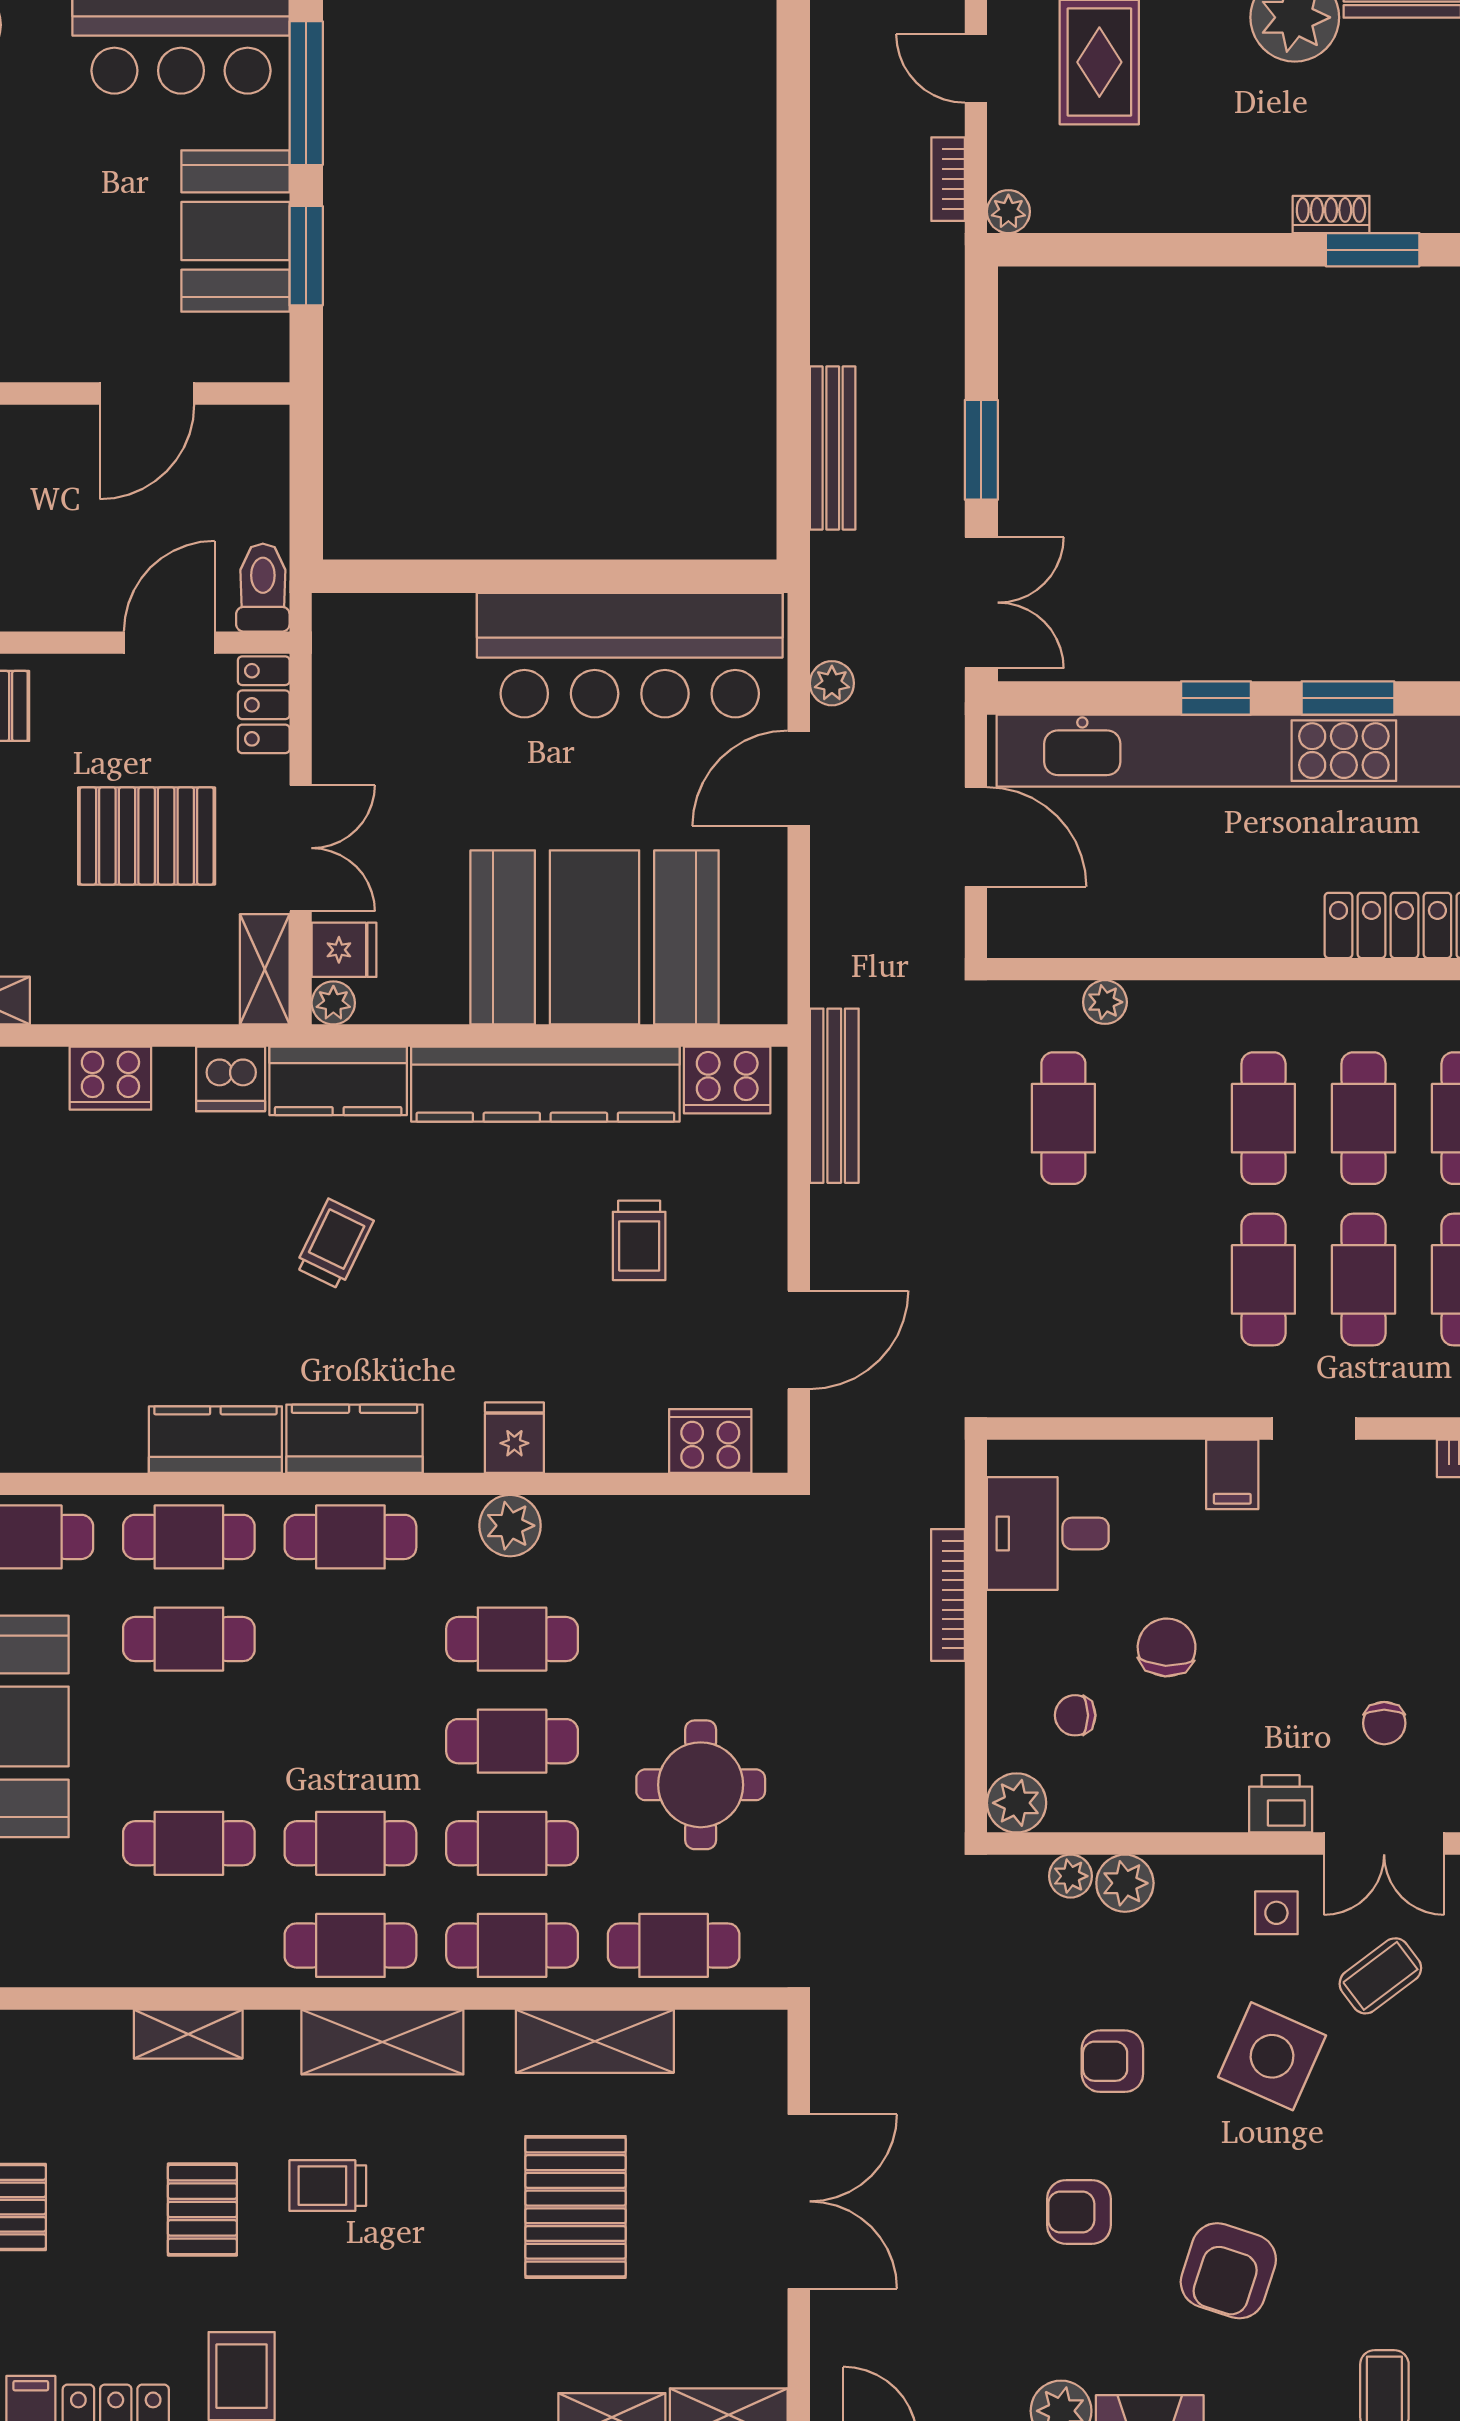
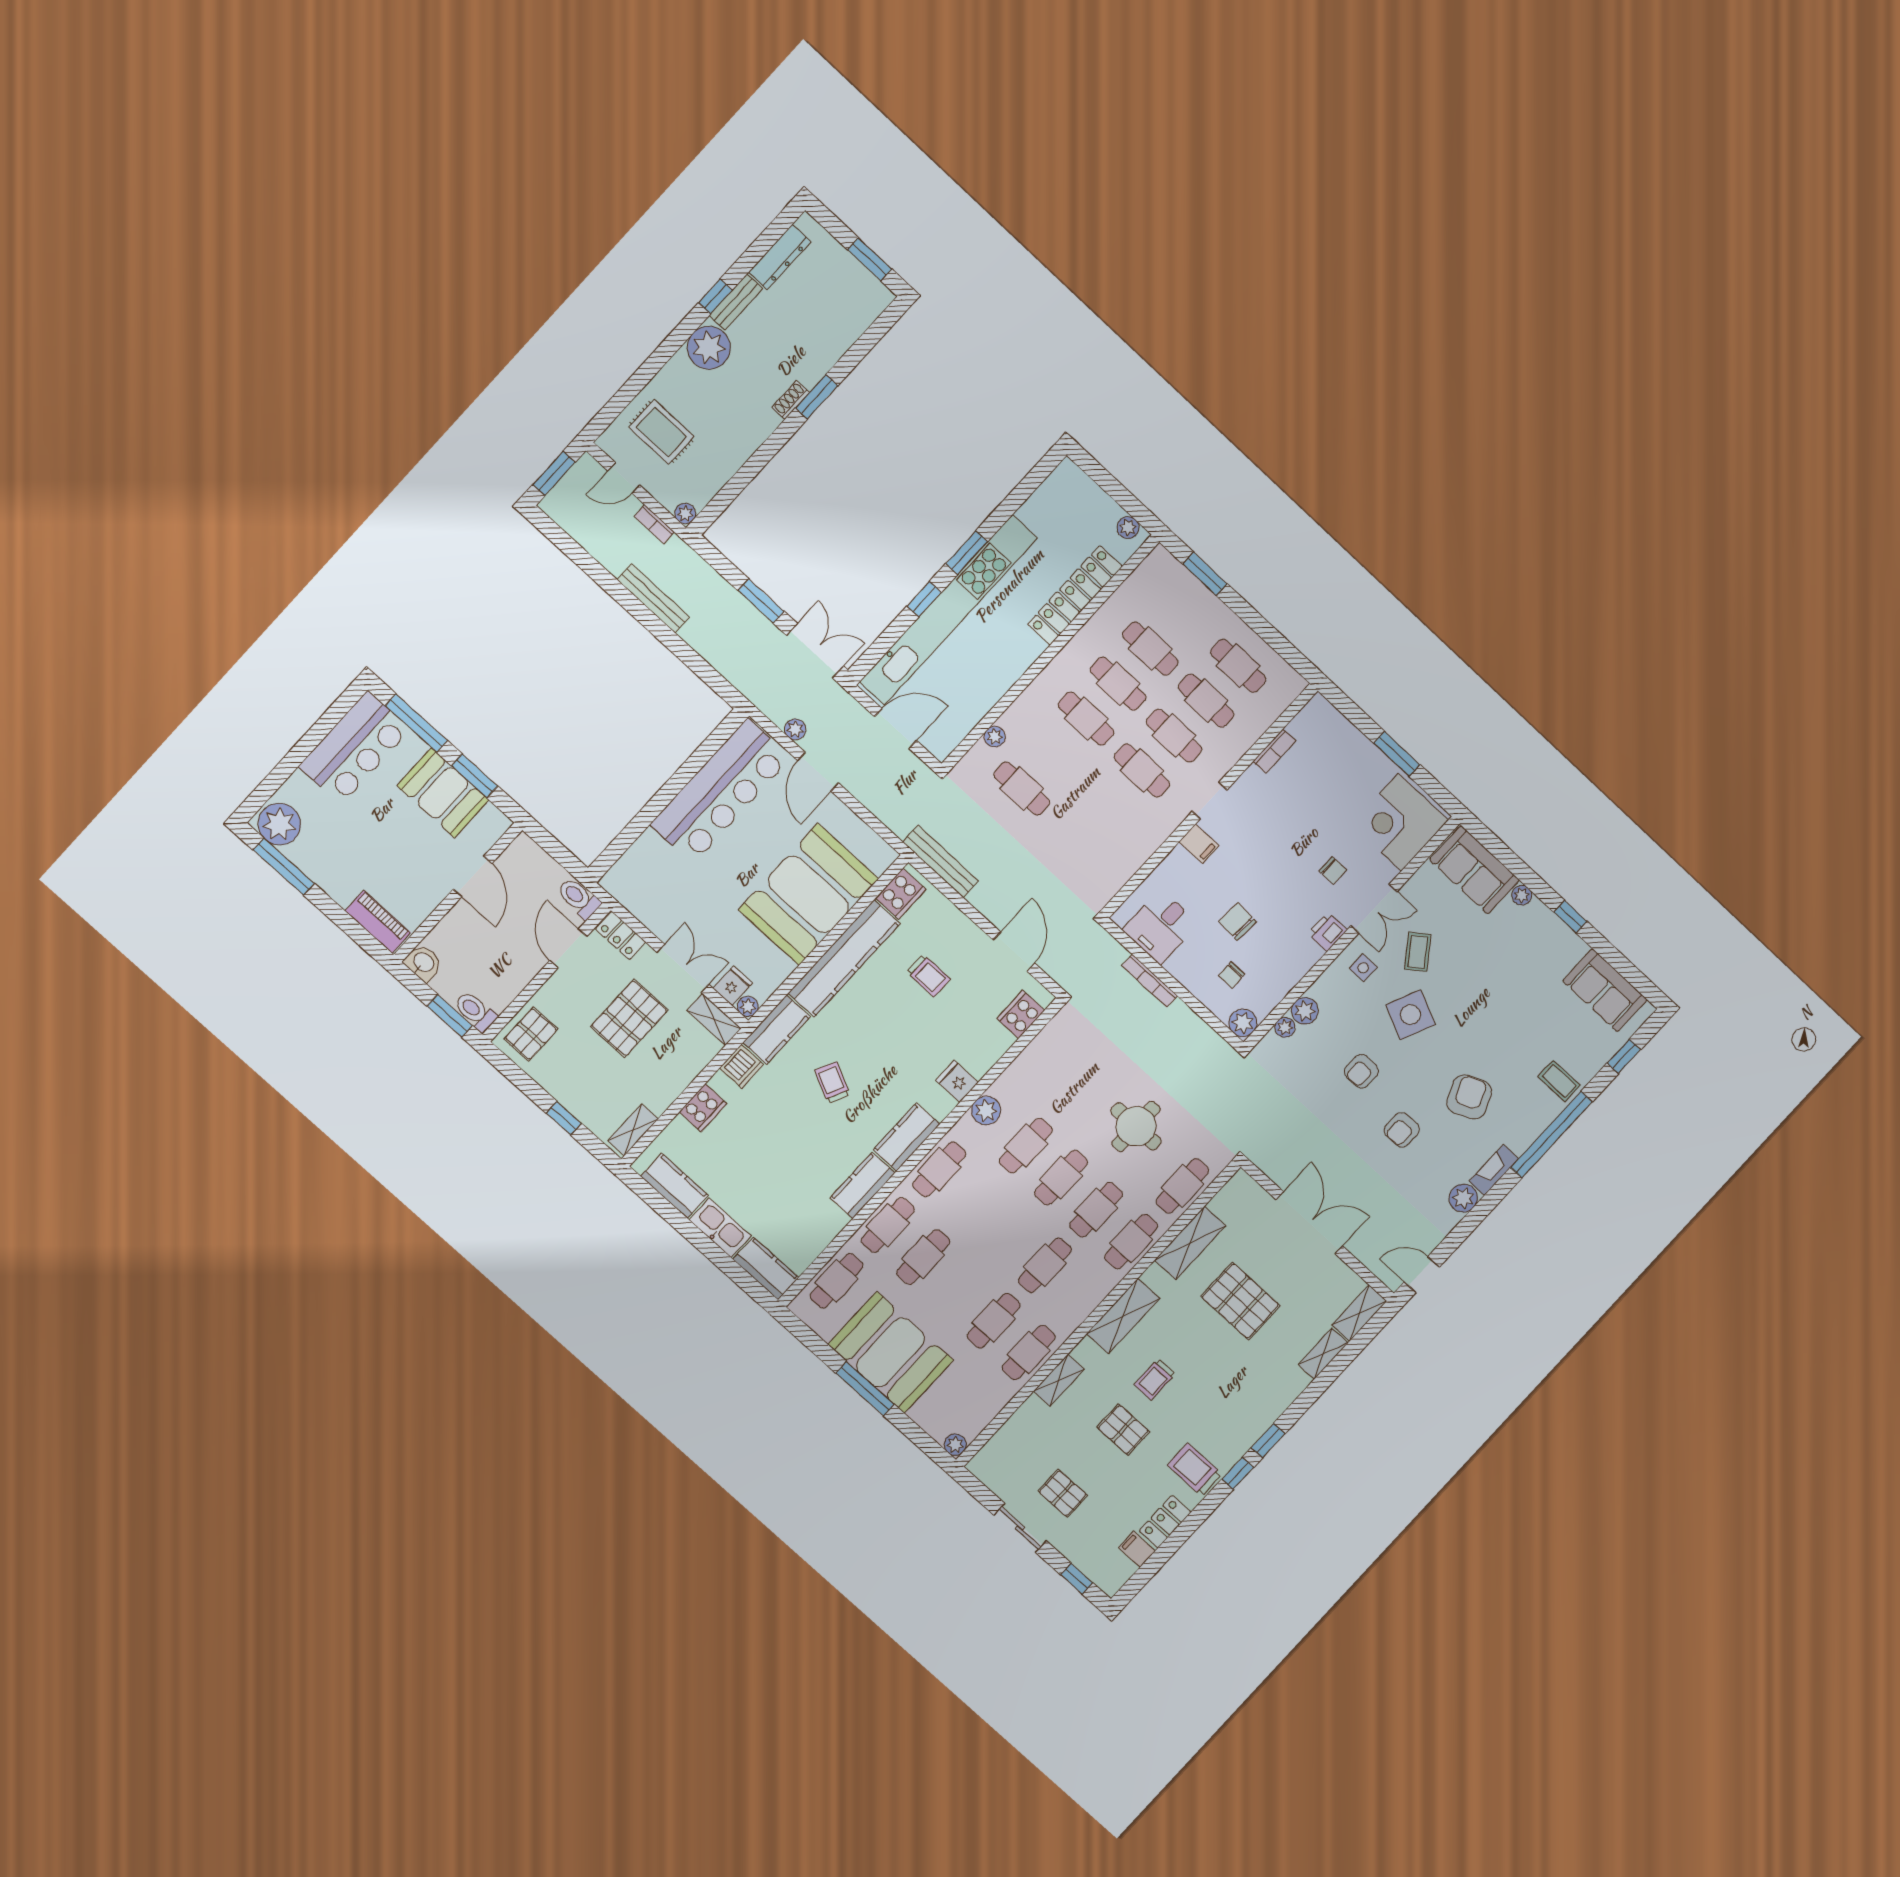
bench: (833, 448) -> (653, 598), moved
cafe table: (350, 1945) -> (1029, 1352), moved
armchair: (1228, 2271) -> (1469, 1097), turned -132

